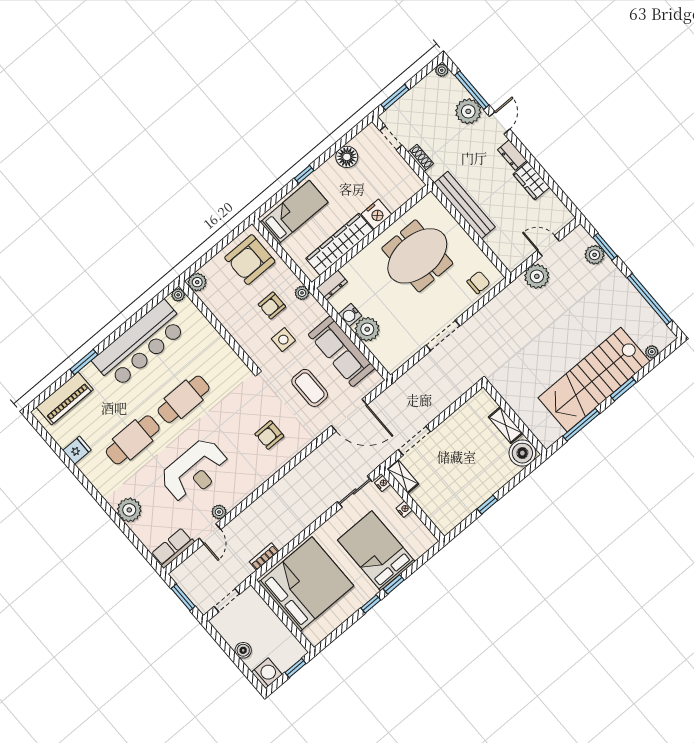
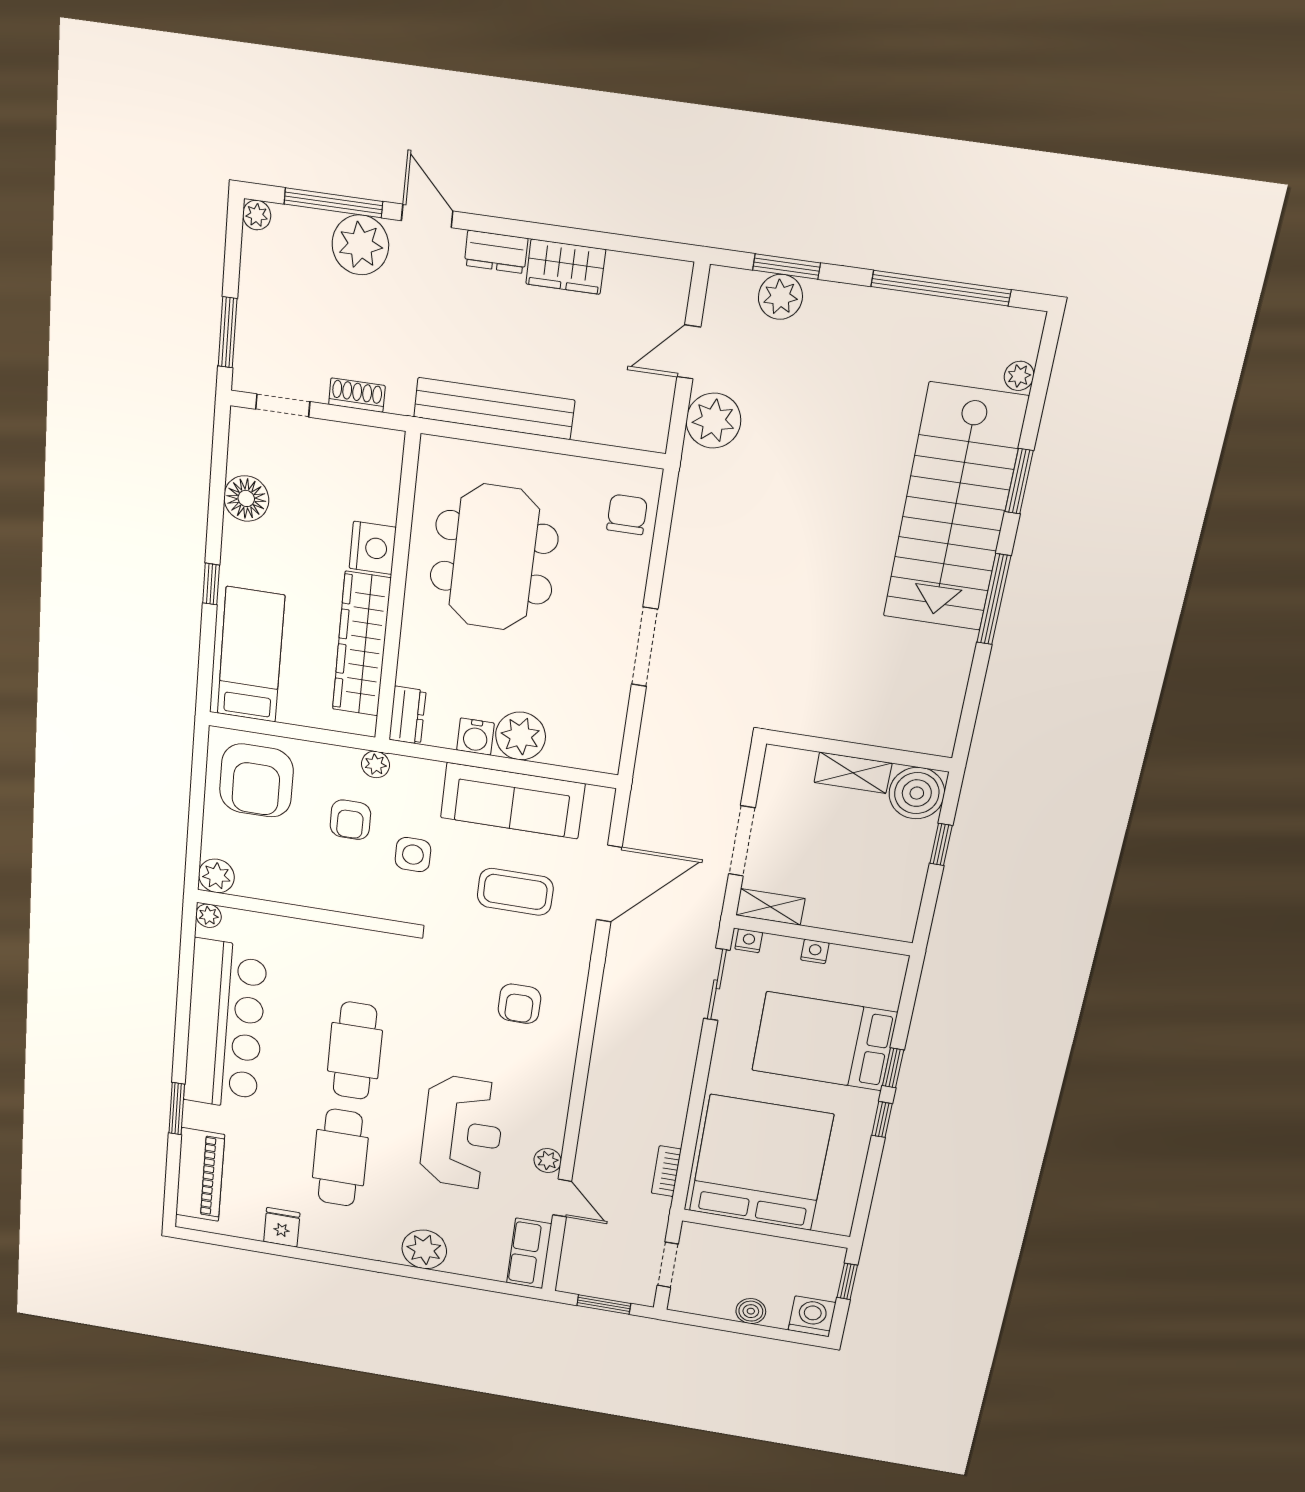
wall: (515, 418) -> (859, 751), moved
shelving: (506, 425) -> (853, 773), moved
boiler: (522, 453) -> (917, 793), moved

